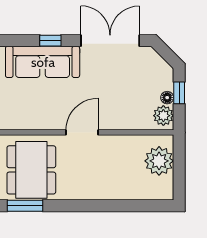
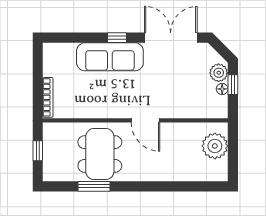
plant: (163, 116) -> (219, 73), moved
door: (82, 132) -> (145, 120), swing flipped

